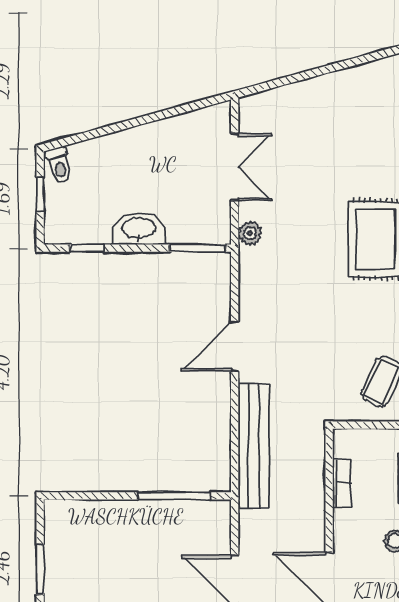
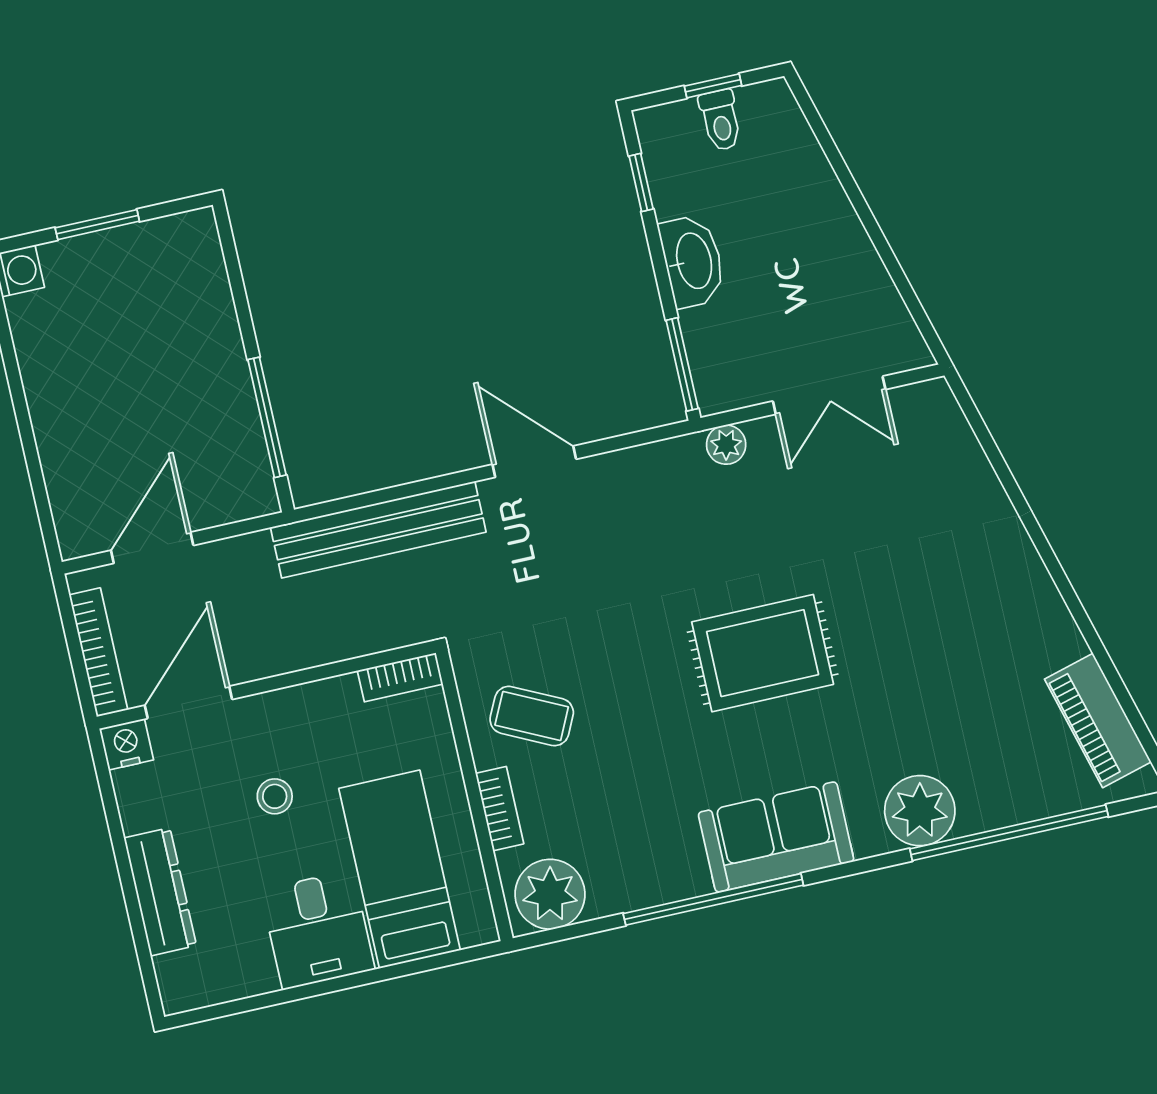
toilet: (59, 165) -> (721, 120), moved, turned -75
bookcase: (342, 483) -> (400, 677), moved

